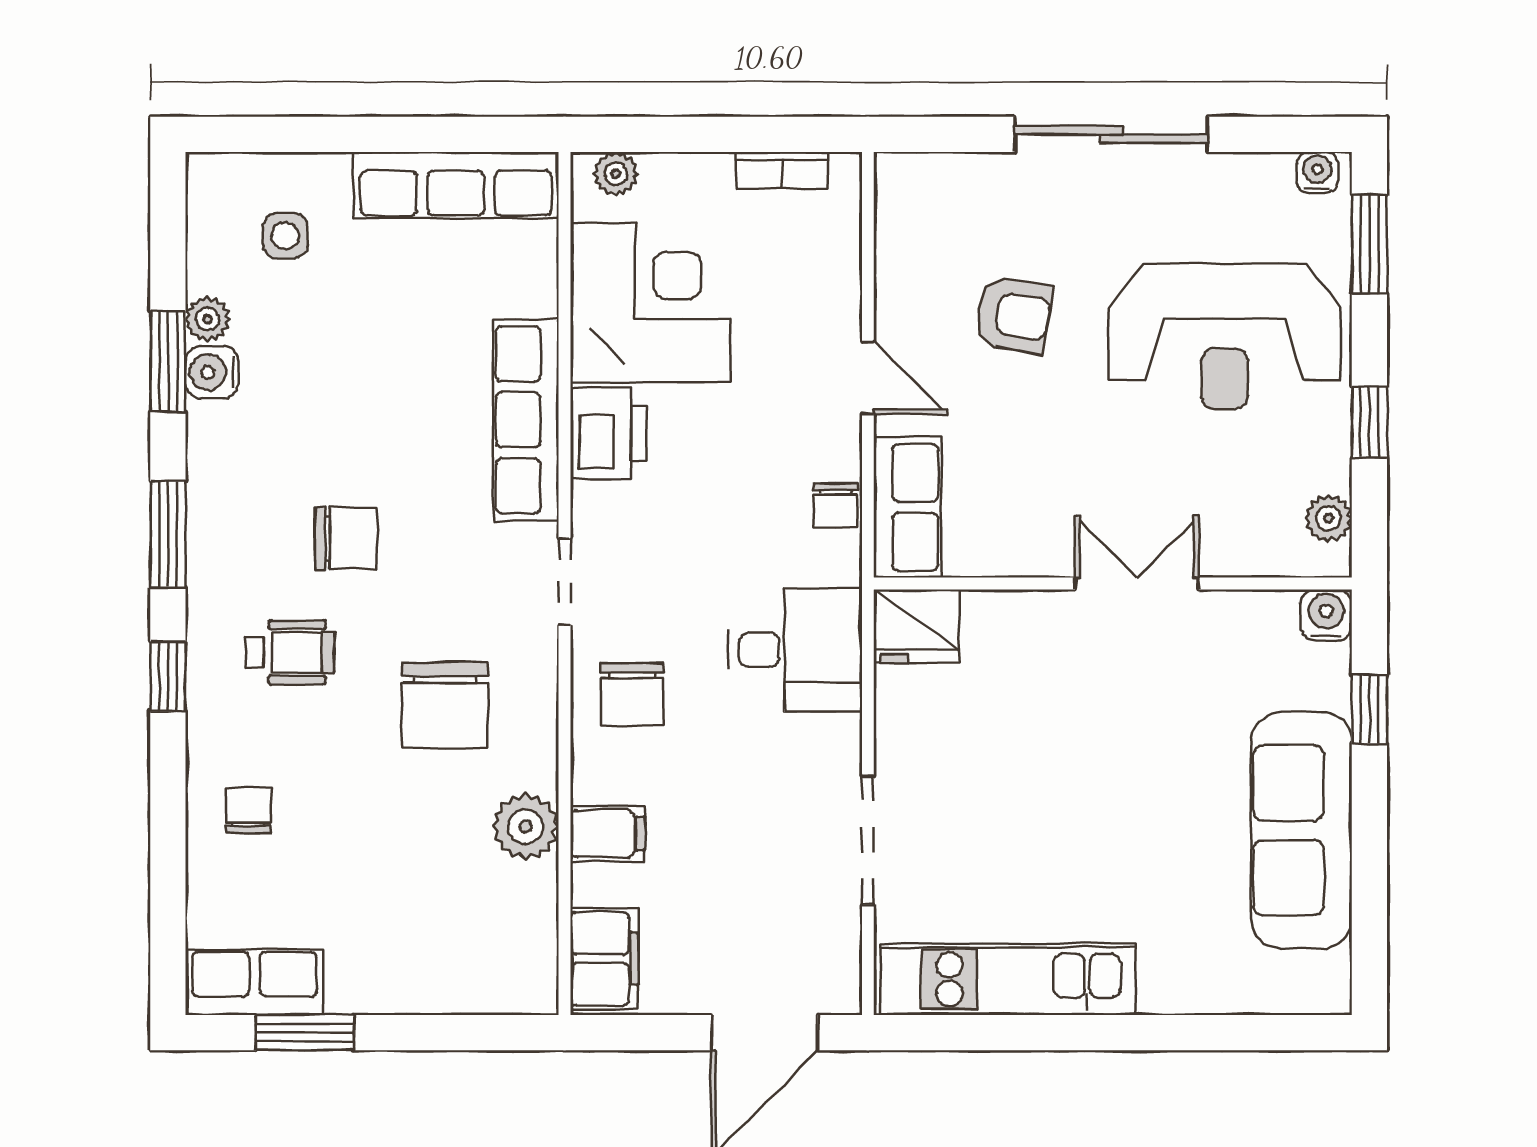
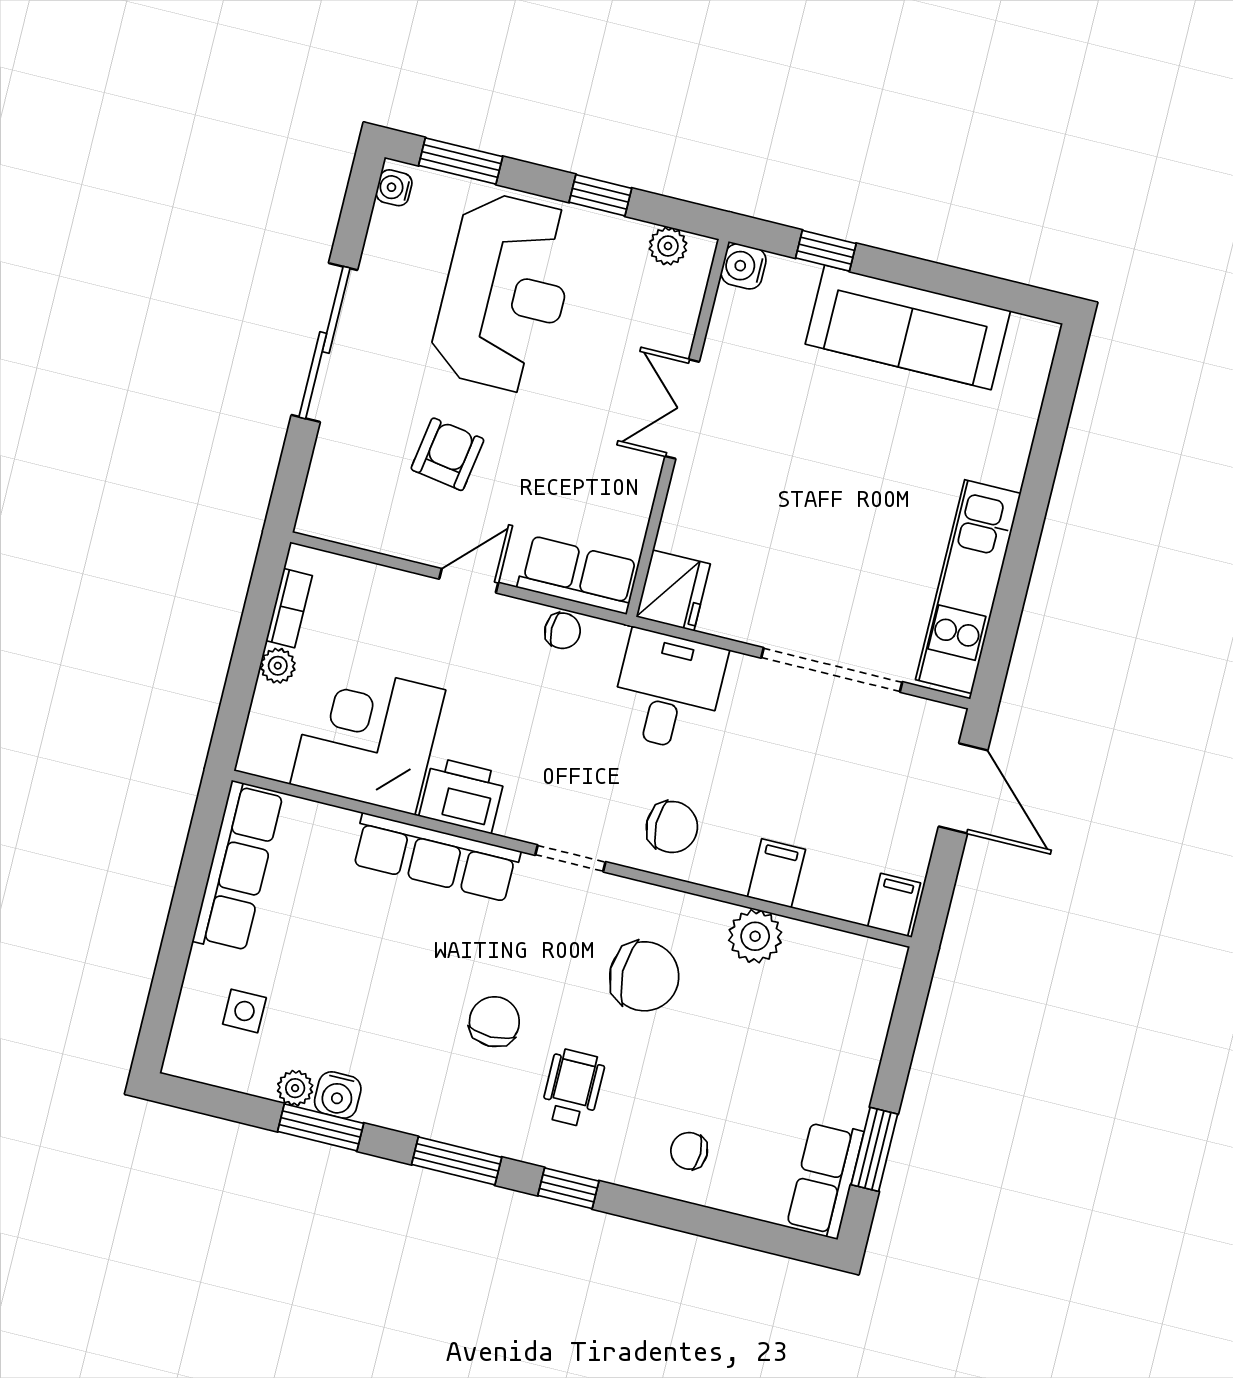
plant: (616, 174) -> (278, 666), moved
doorway: (868, 840) -> (832, 670), width x1.36
filing cabinet: (604, 959) -> (894, 905), width x0.50

